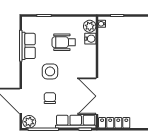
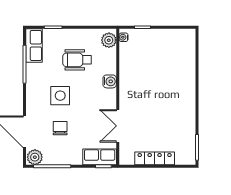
water cooler: (90, 39) -> (110, 81), moved
row of seats: (29, 46) -> (34, 45), moved
double door: (97, 96) -> (118, 126), width x0.73
row of seats: (76, 122) -> (100, 157), width x0.68
locker: (114, 123) -> (155, 158), moved

